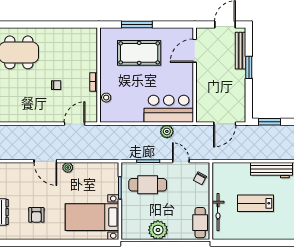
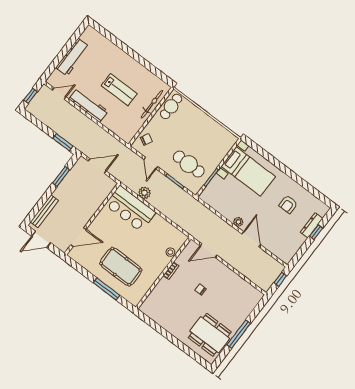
window: (249, 67) -> (61, 176), moved
armchair: (36, 215) -> (288, 204), turned 180
plant: (158, 230) -> (206, 125), removed

